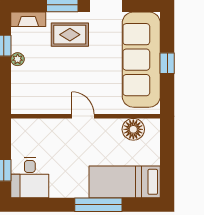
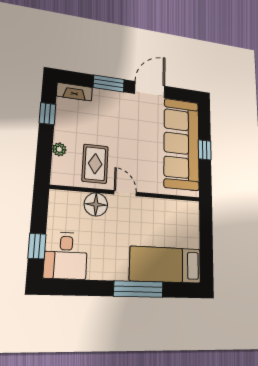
rug: (70, 35) -> (95, 164), moved, turned 90
plant: (18, 59) -> (59, 149), moved
floor lamp: (133, 129) -> (96, 204), moved

